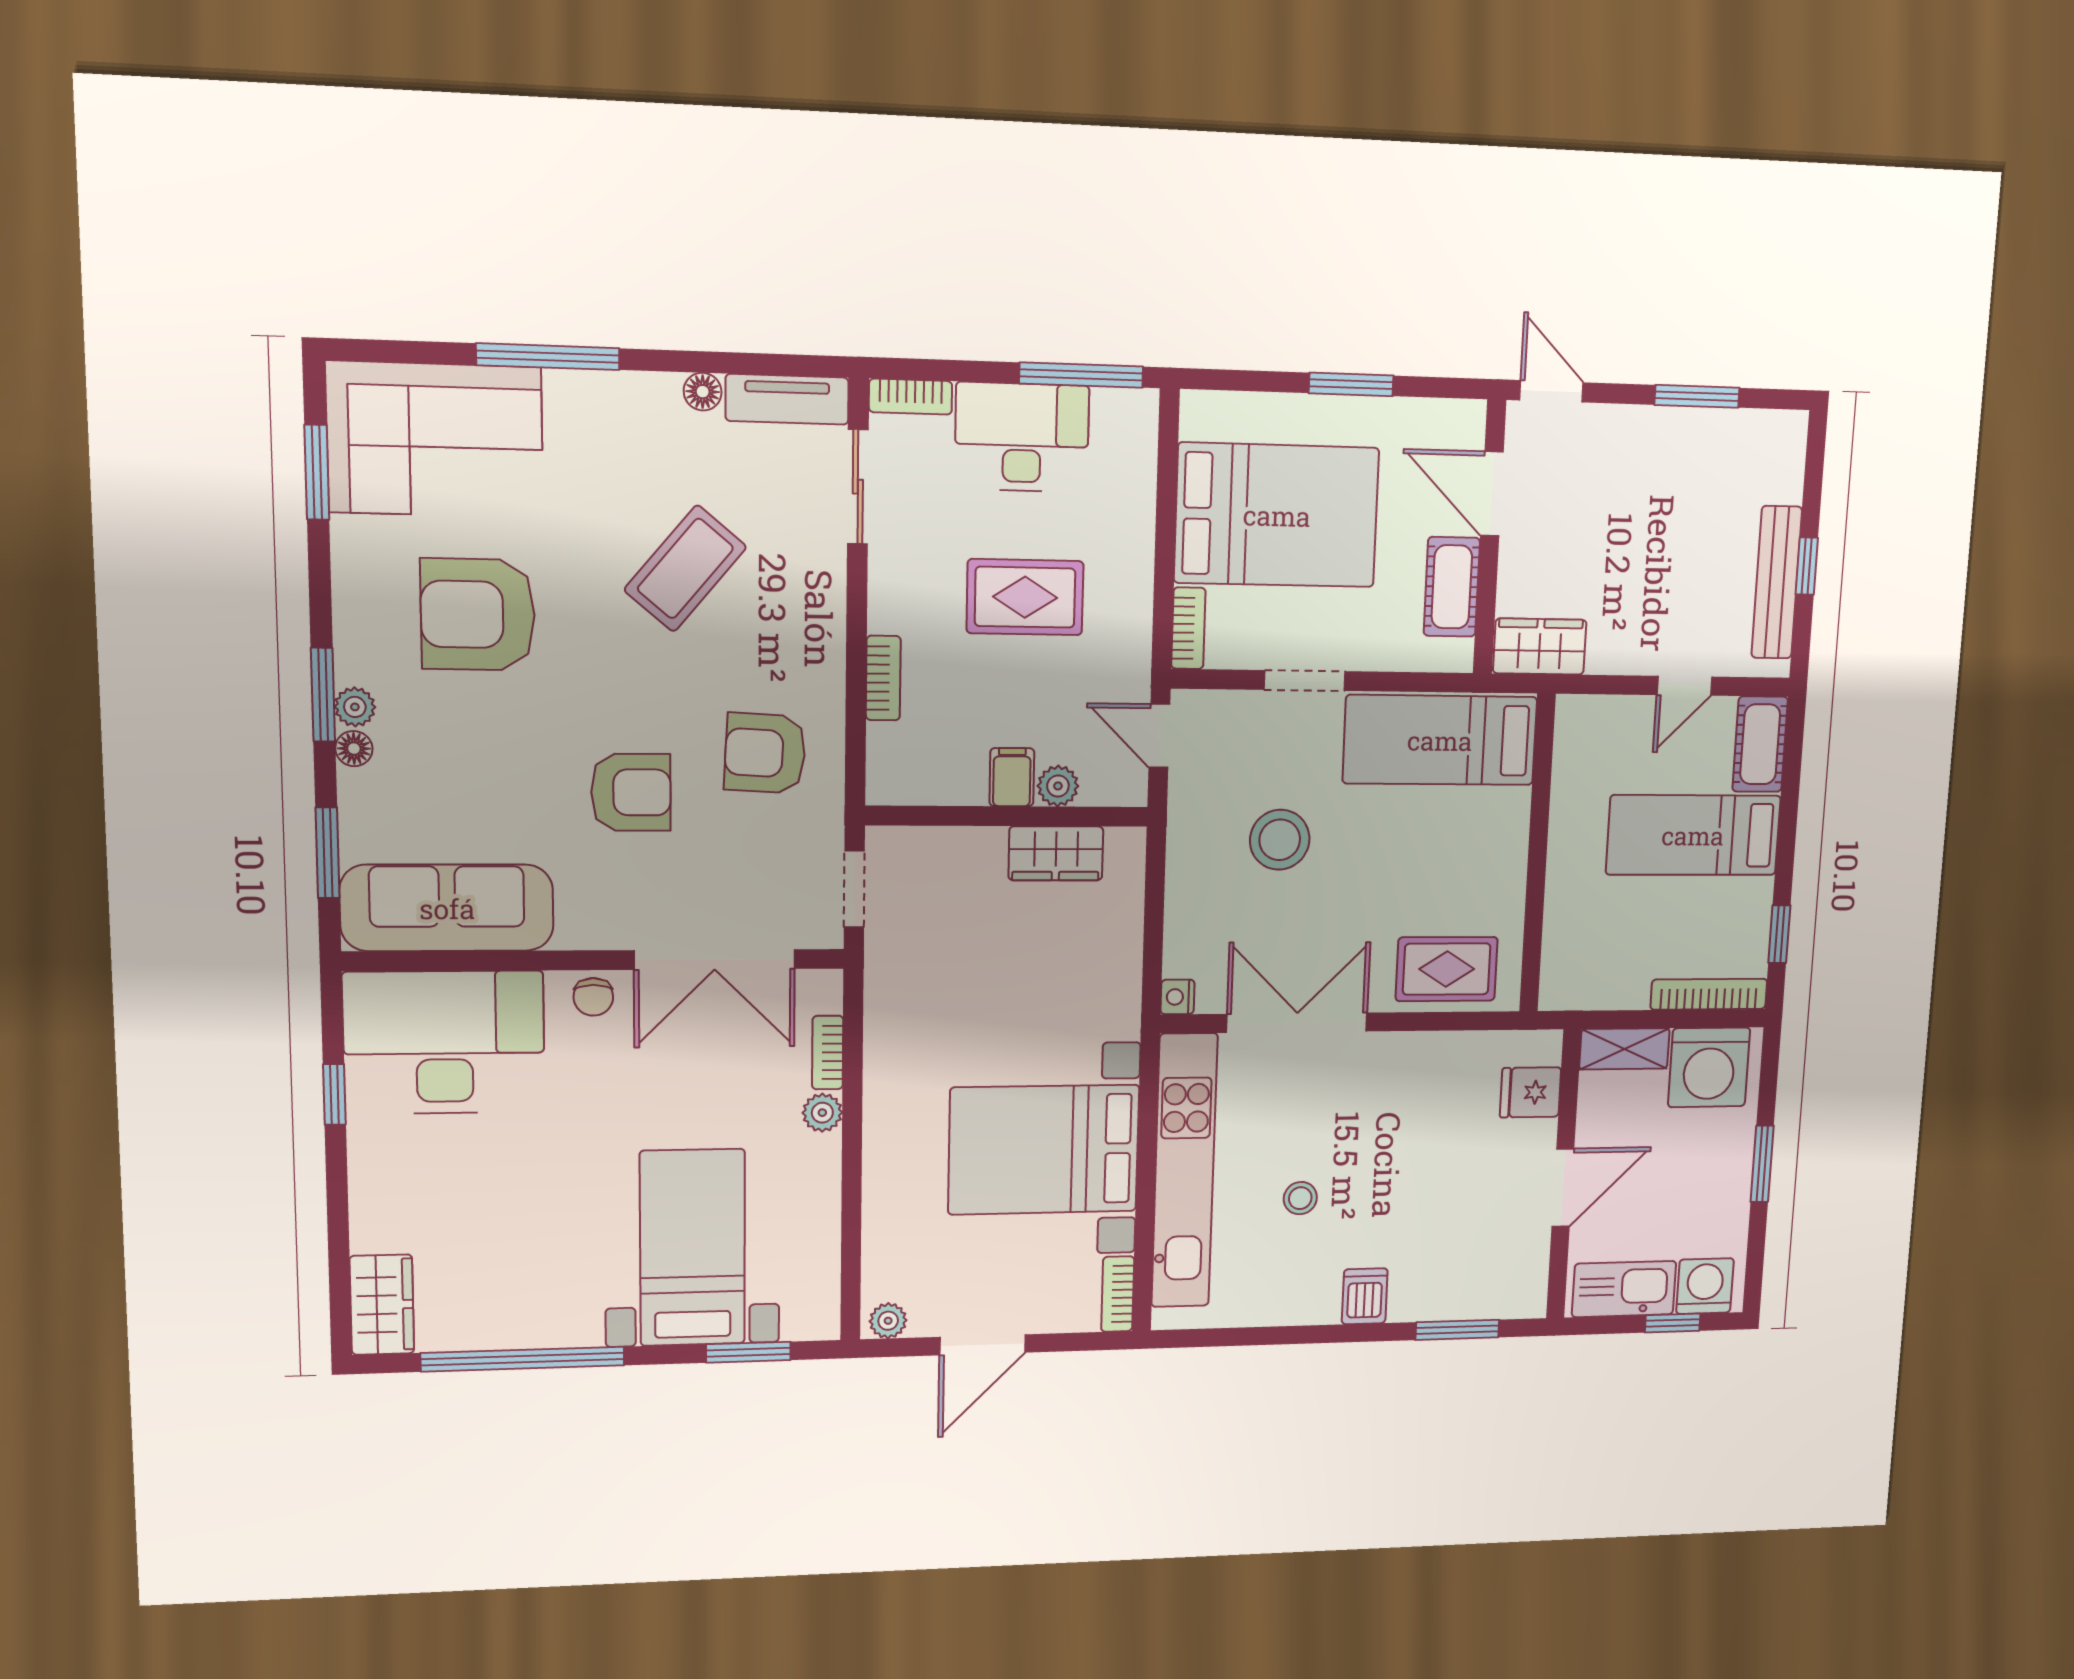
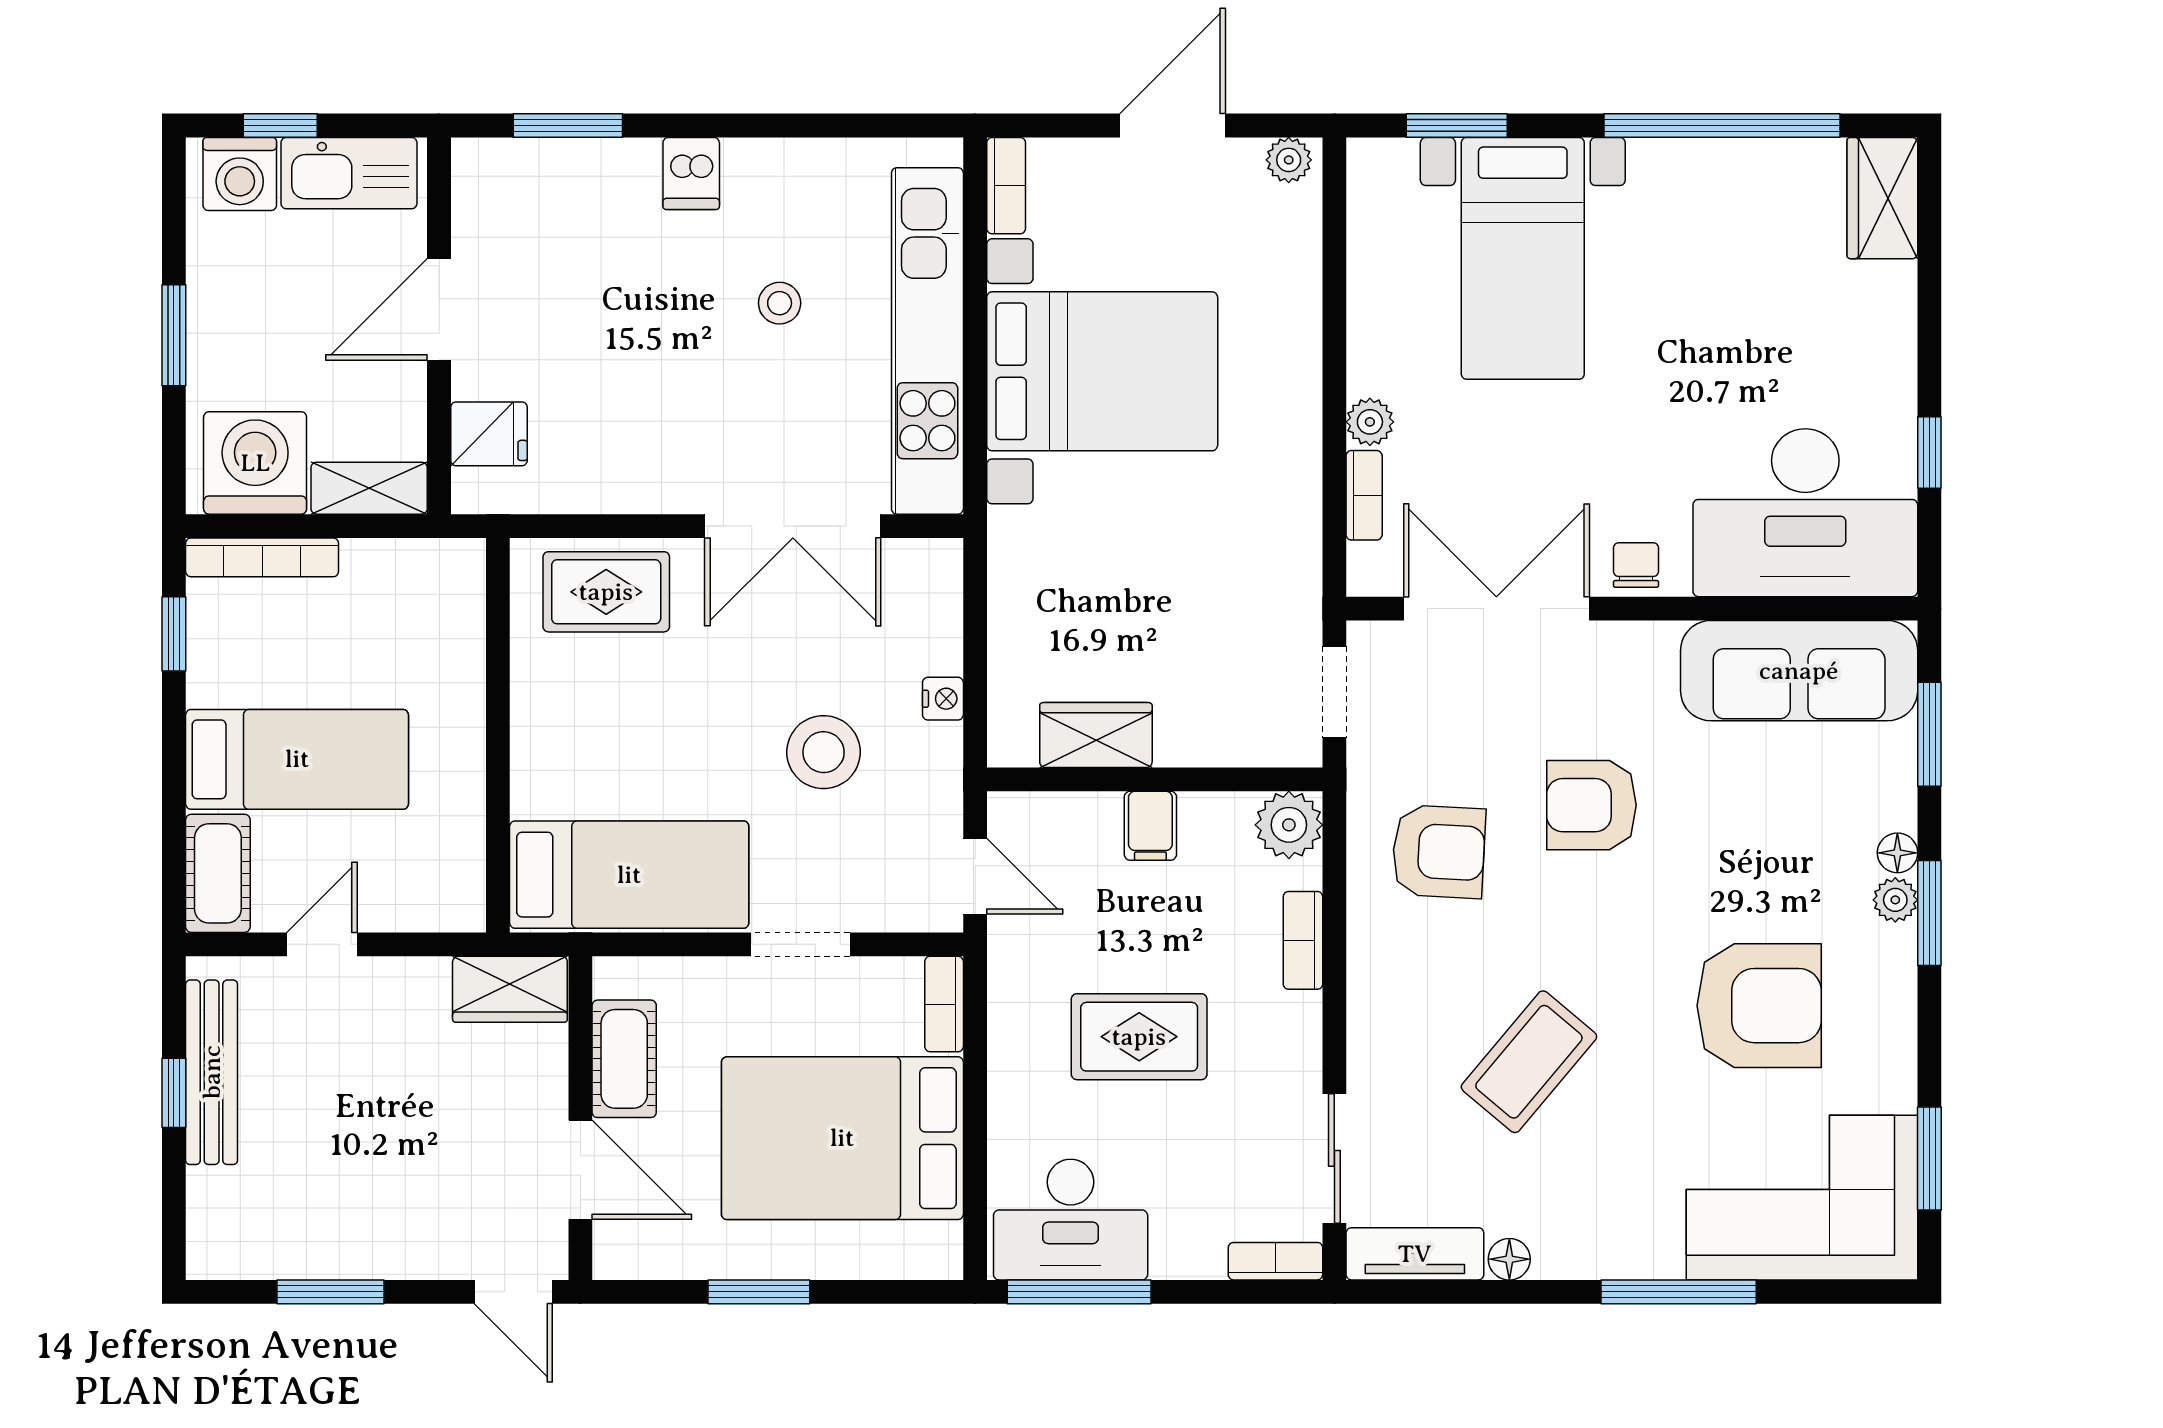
desk: (1022, 437) -> (1071, 1220), moved
plant: (1058, 786) -> (1289, 825), moved, width x1.38, depth x1.38
nightstand: (1178, 997) -> (943, 699), moved

